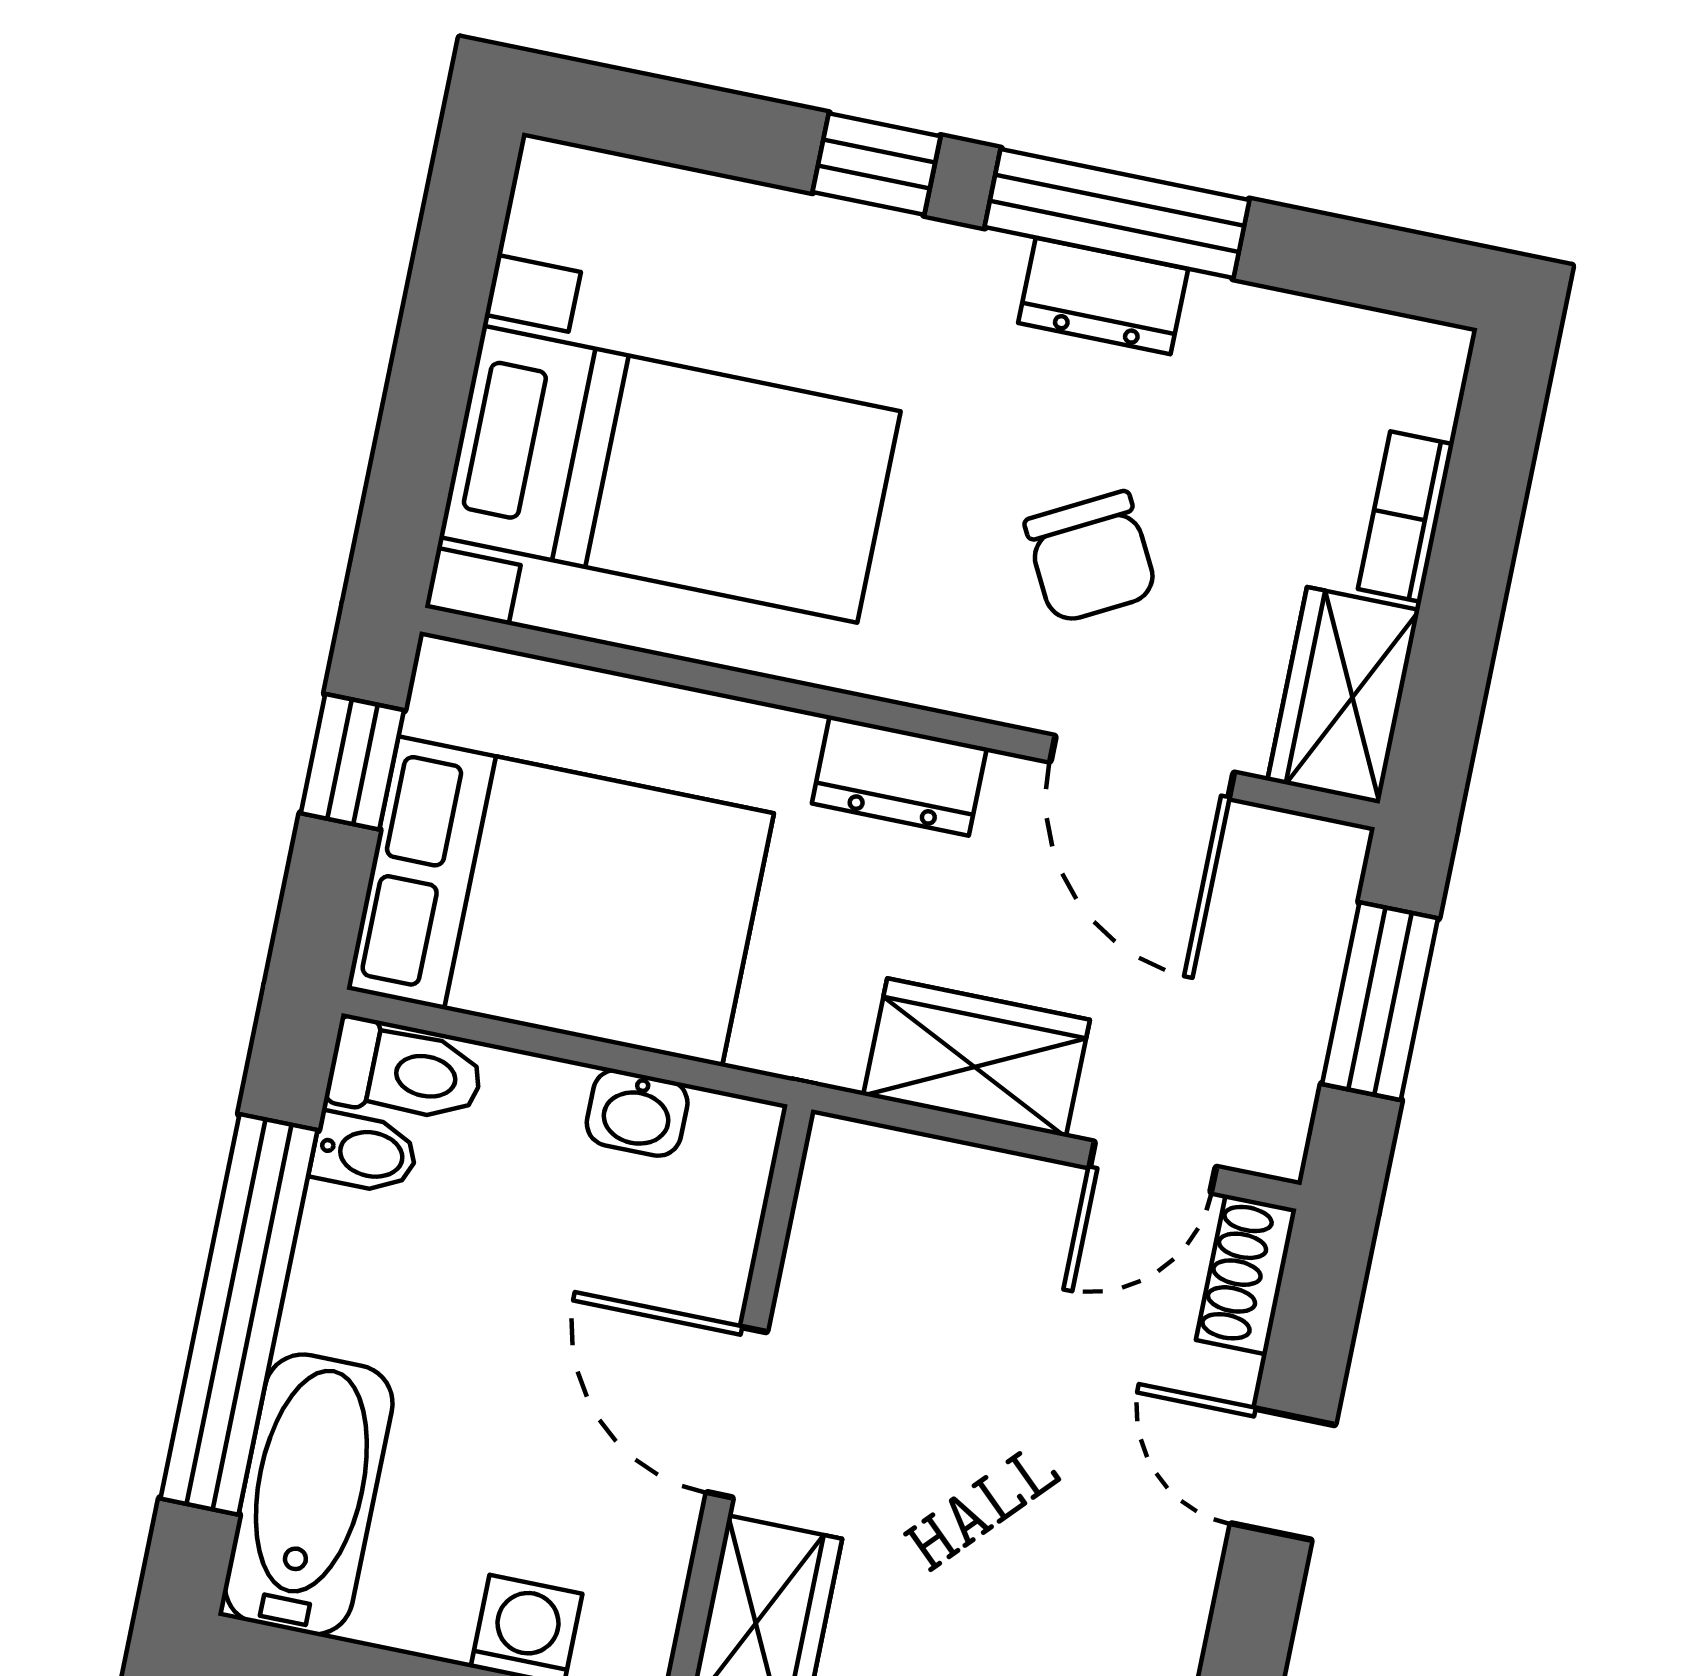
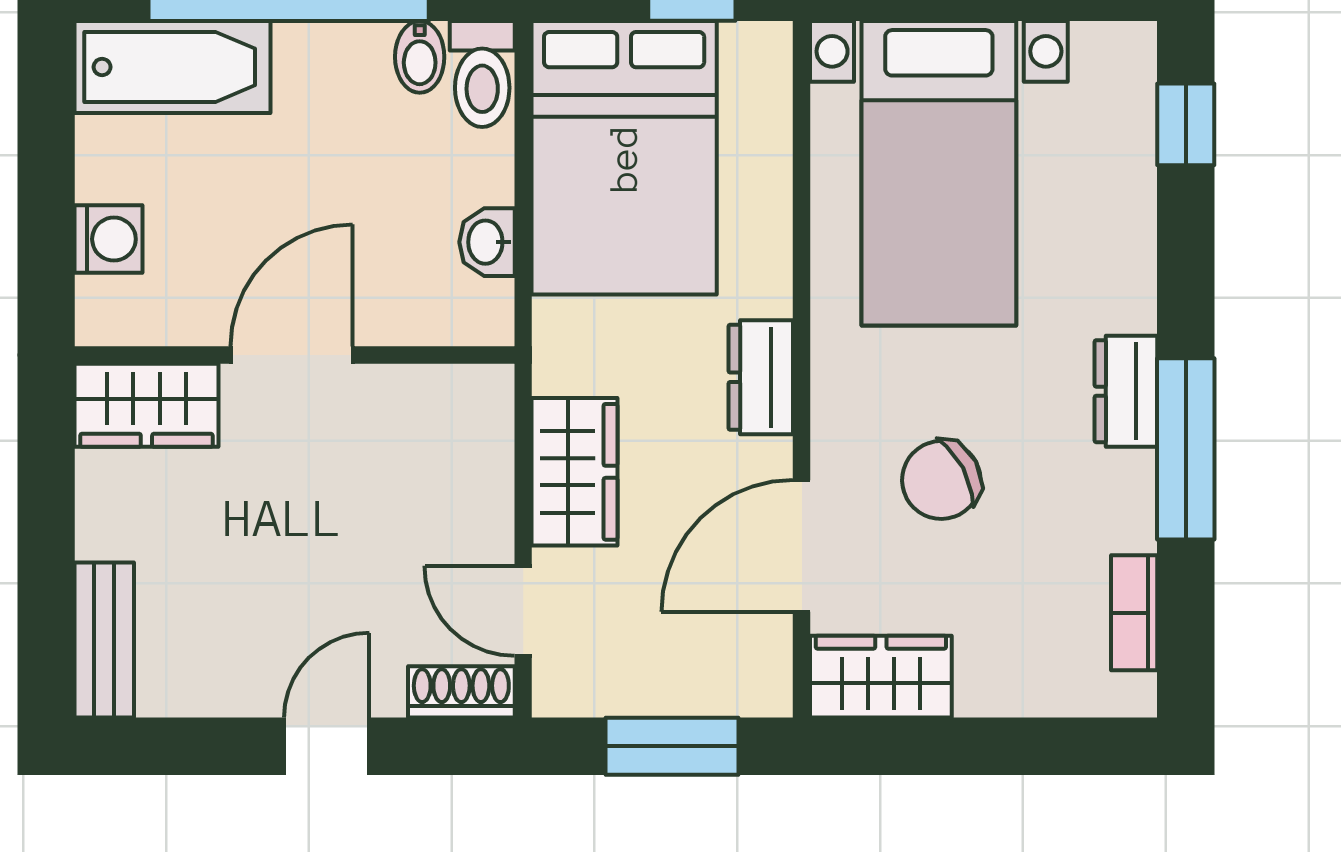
window: (876, 164) -> (1186, 124), moved
dresser: (1103, 296) -> (1126, 391), moved
bookcase: (1406, 517) -> (1134, 613), moved, turned -90

